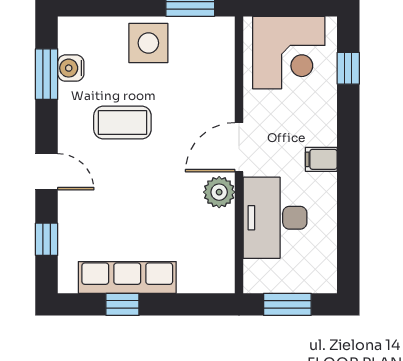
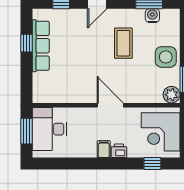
printer: (324, 131) -> (119, 151), added
plant: (219, 192) -> (172, 95), moved
desk: (275, 218) -> (49, 129), moved, turned -90

